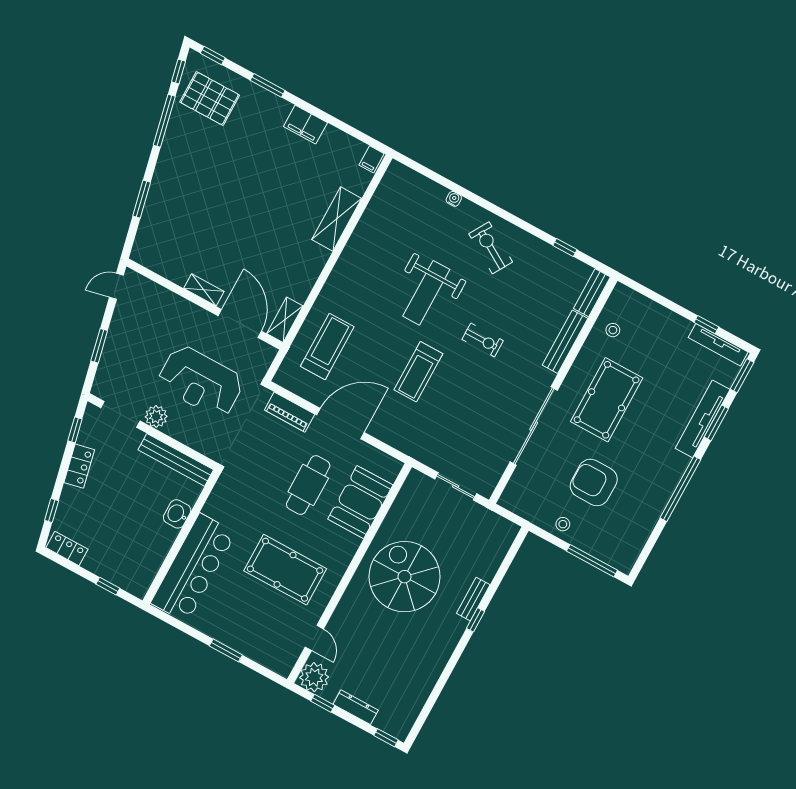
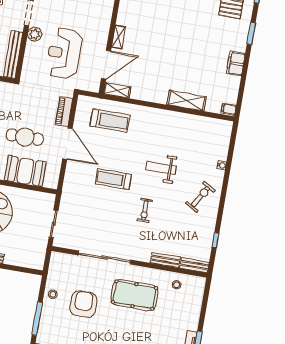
weight bench: (426, 293) -> (161, 168), width x0.73, depth x0.75
bench: (565, 342) -> (165, 260), width x0.73

